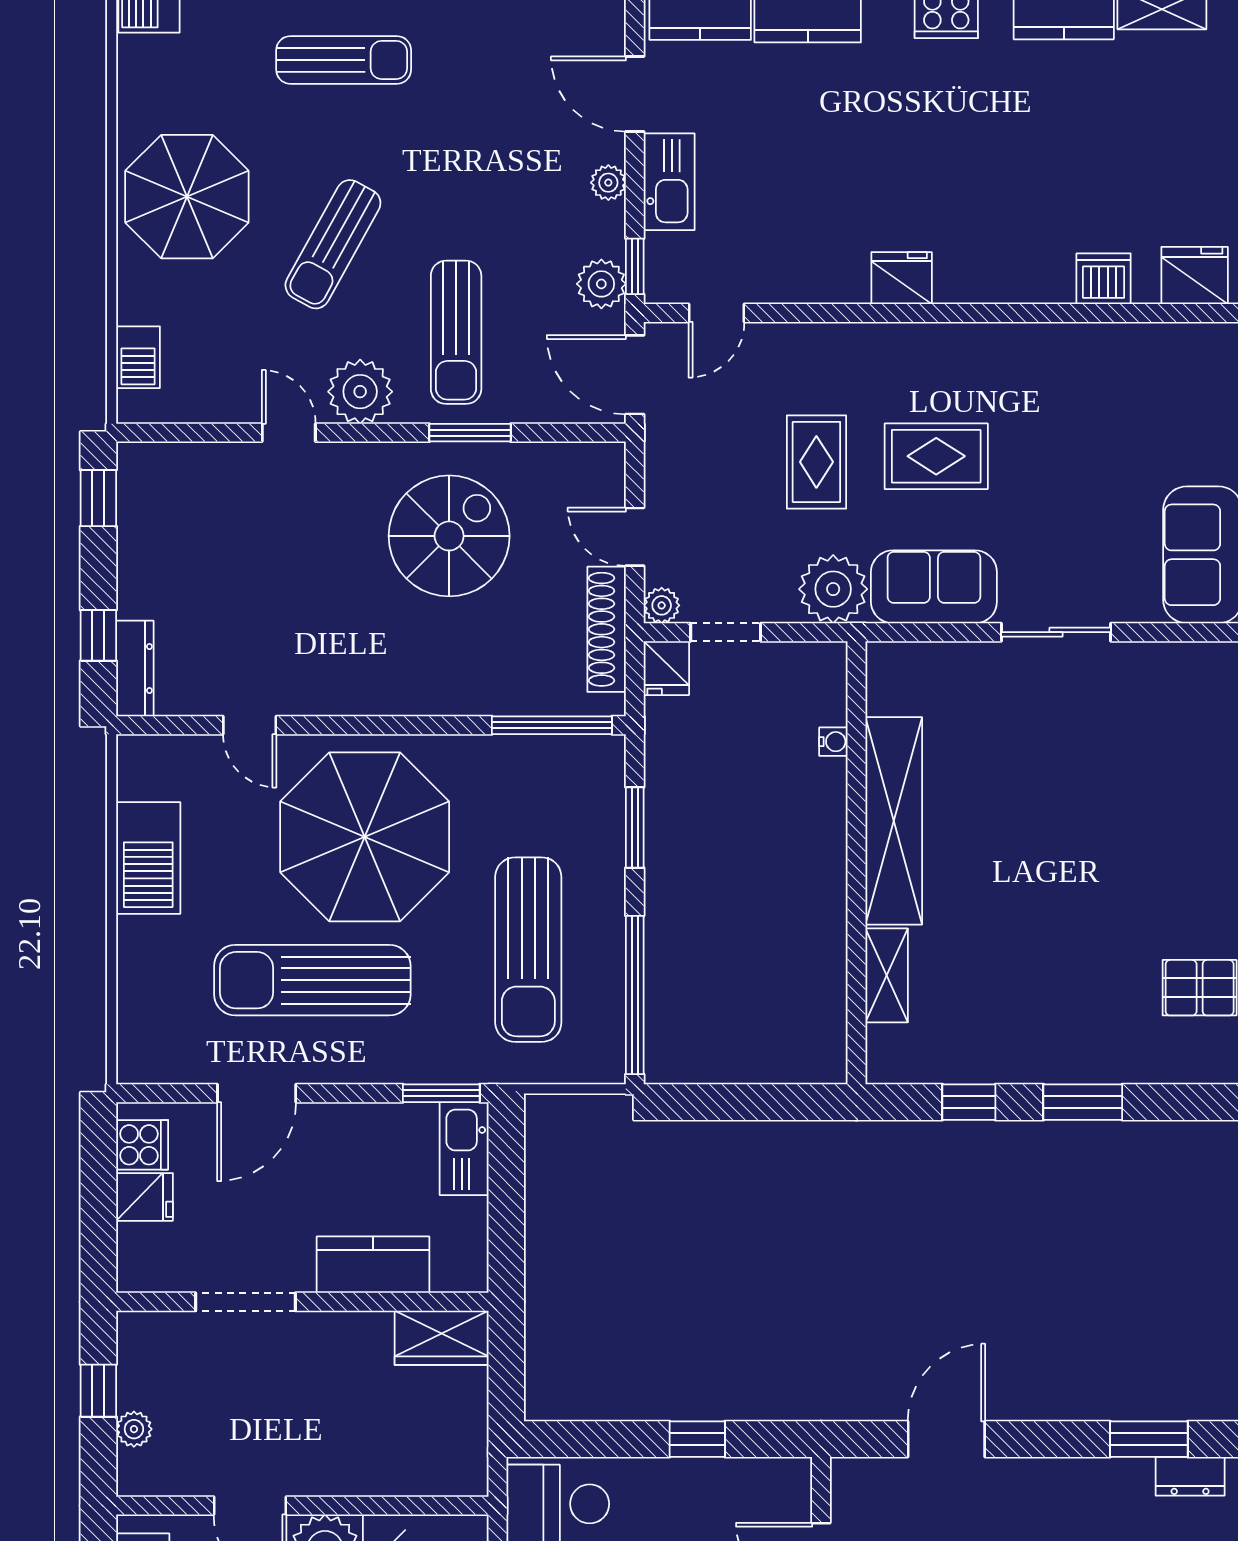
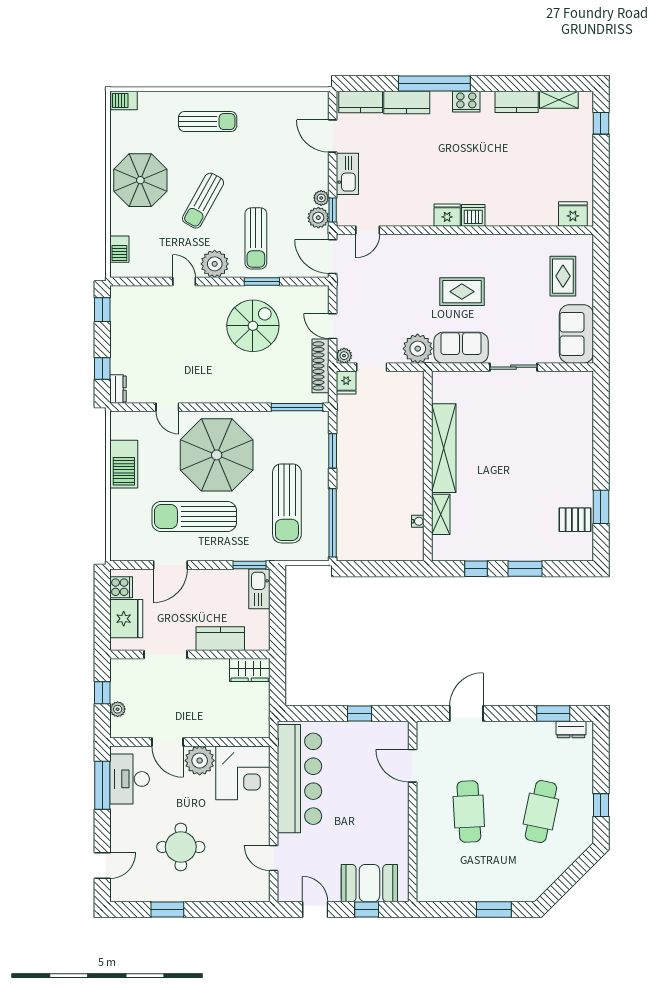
plant: (608, 183) -> (321, 198), moved
dishwasher: (1104, 279) -> (473, 215), moved
rug: (816, 462) -> (563, 276), moved
dresser: (135, 669) -> (118, 389), width x0.70
water cooler: (833, 742) -> (418, 521), moved
fridge: (145, 1197) -> (126, 619), width x1.88, depth x1.34

